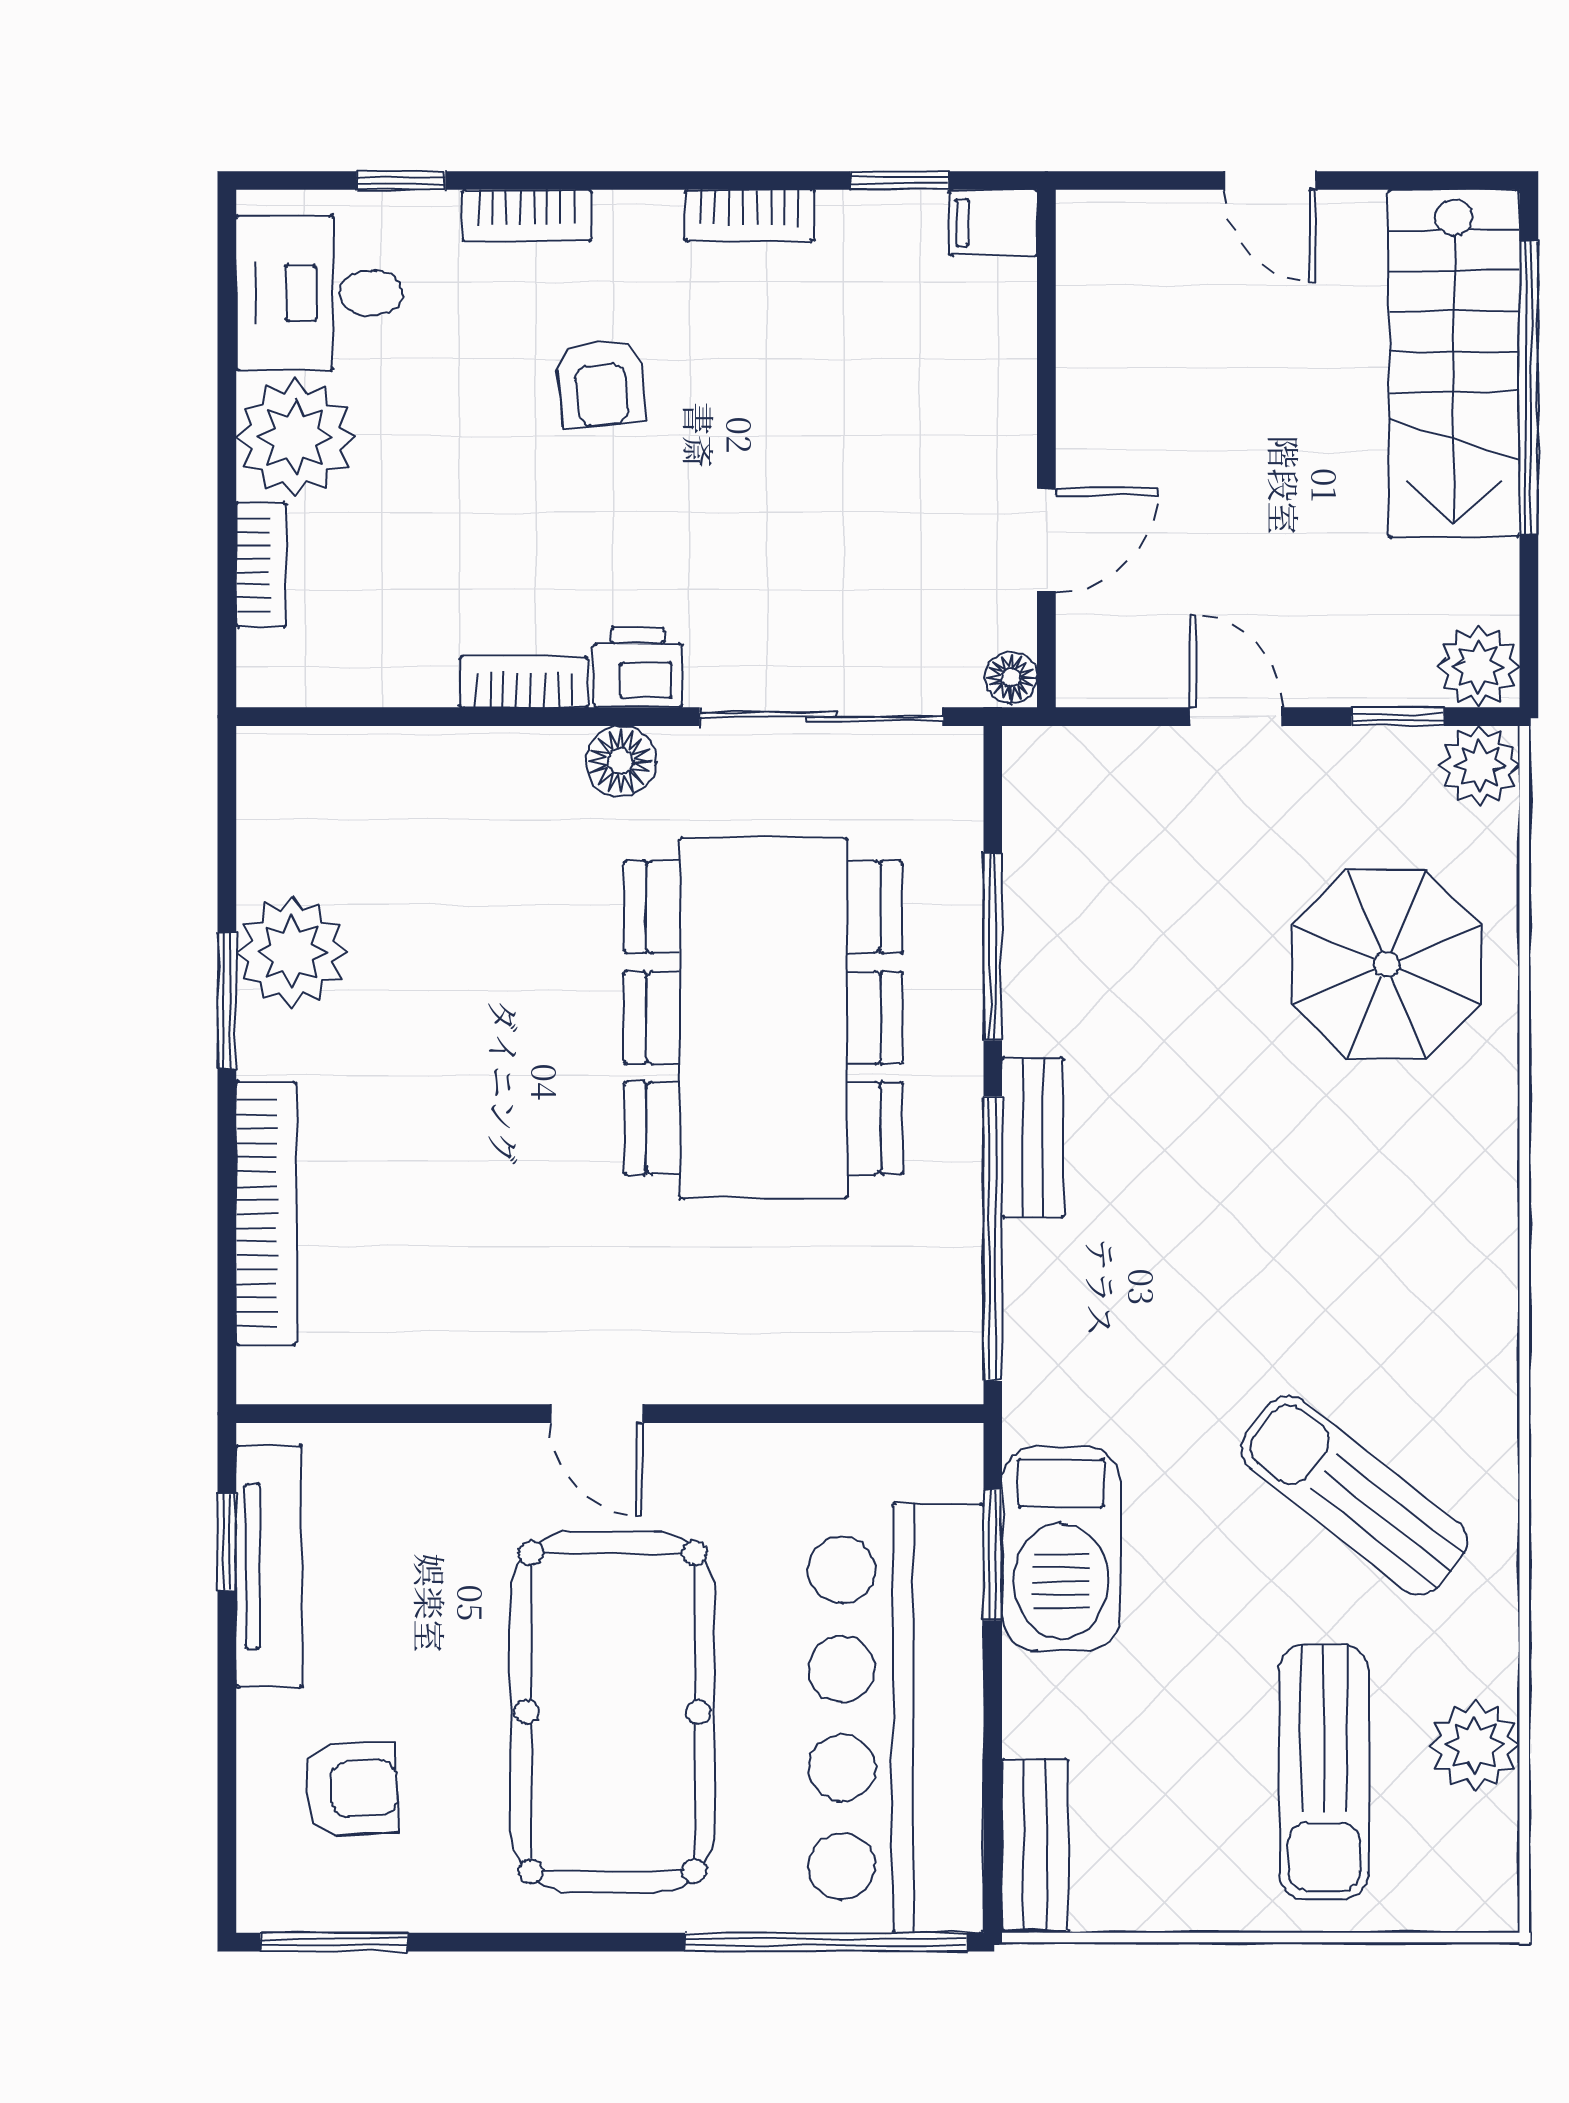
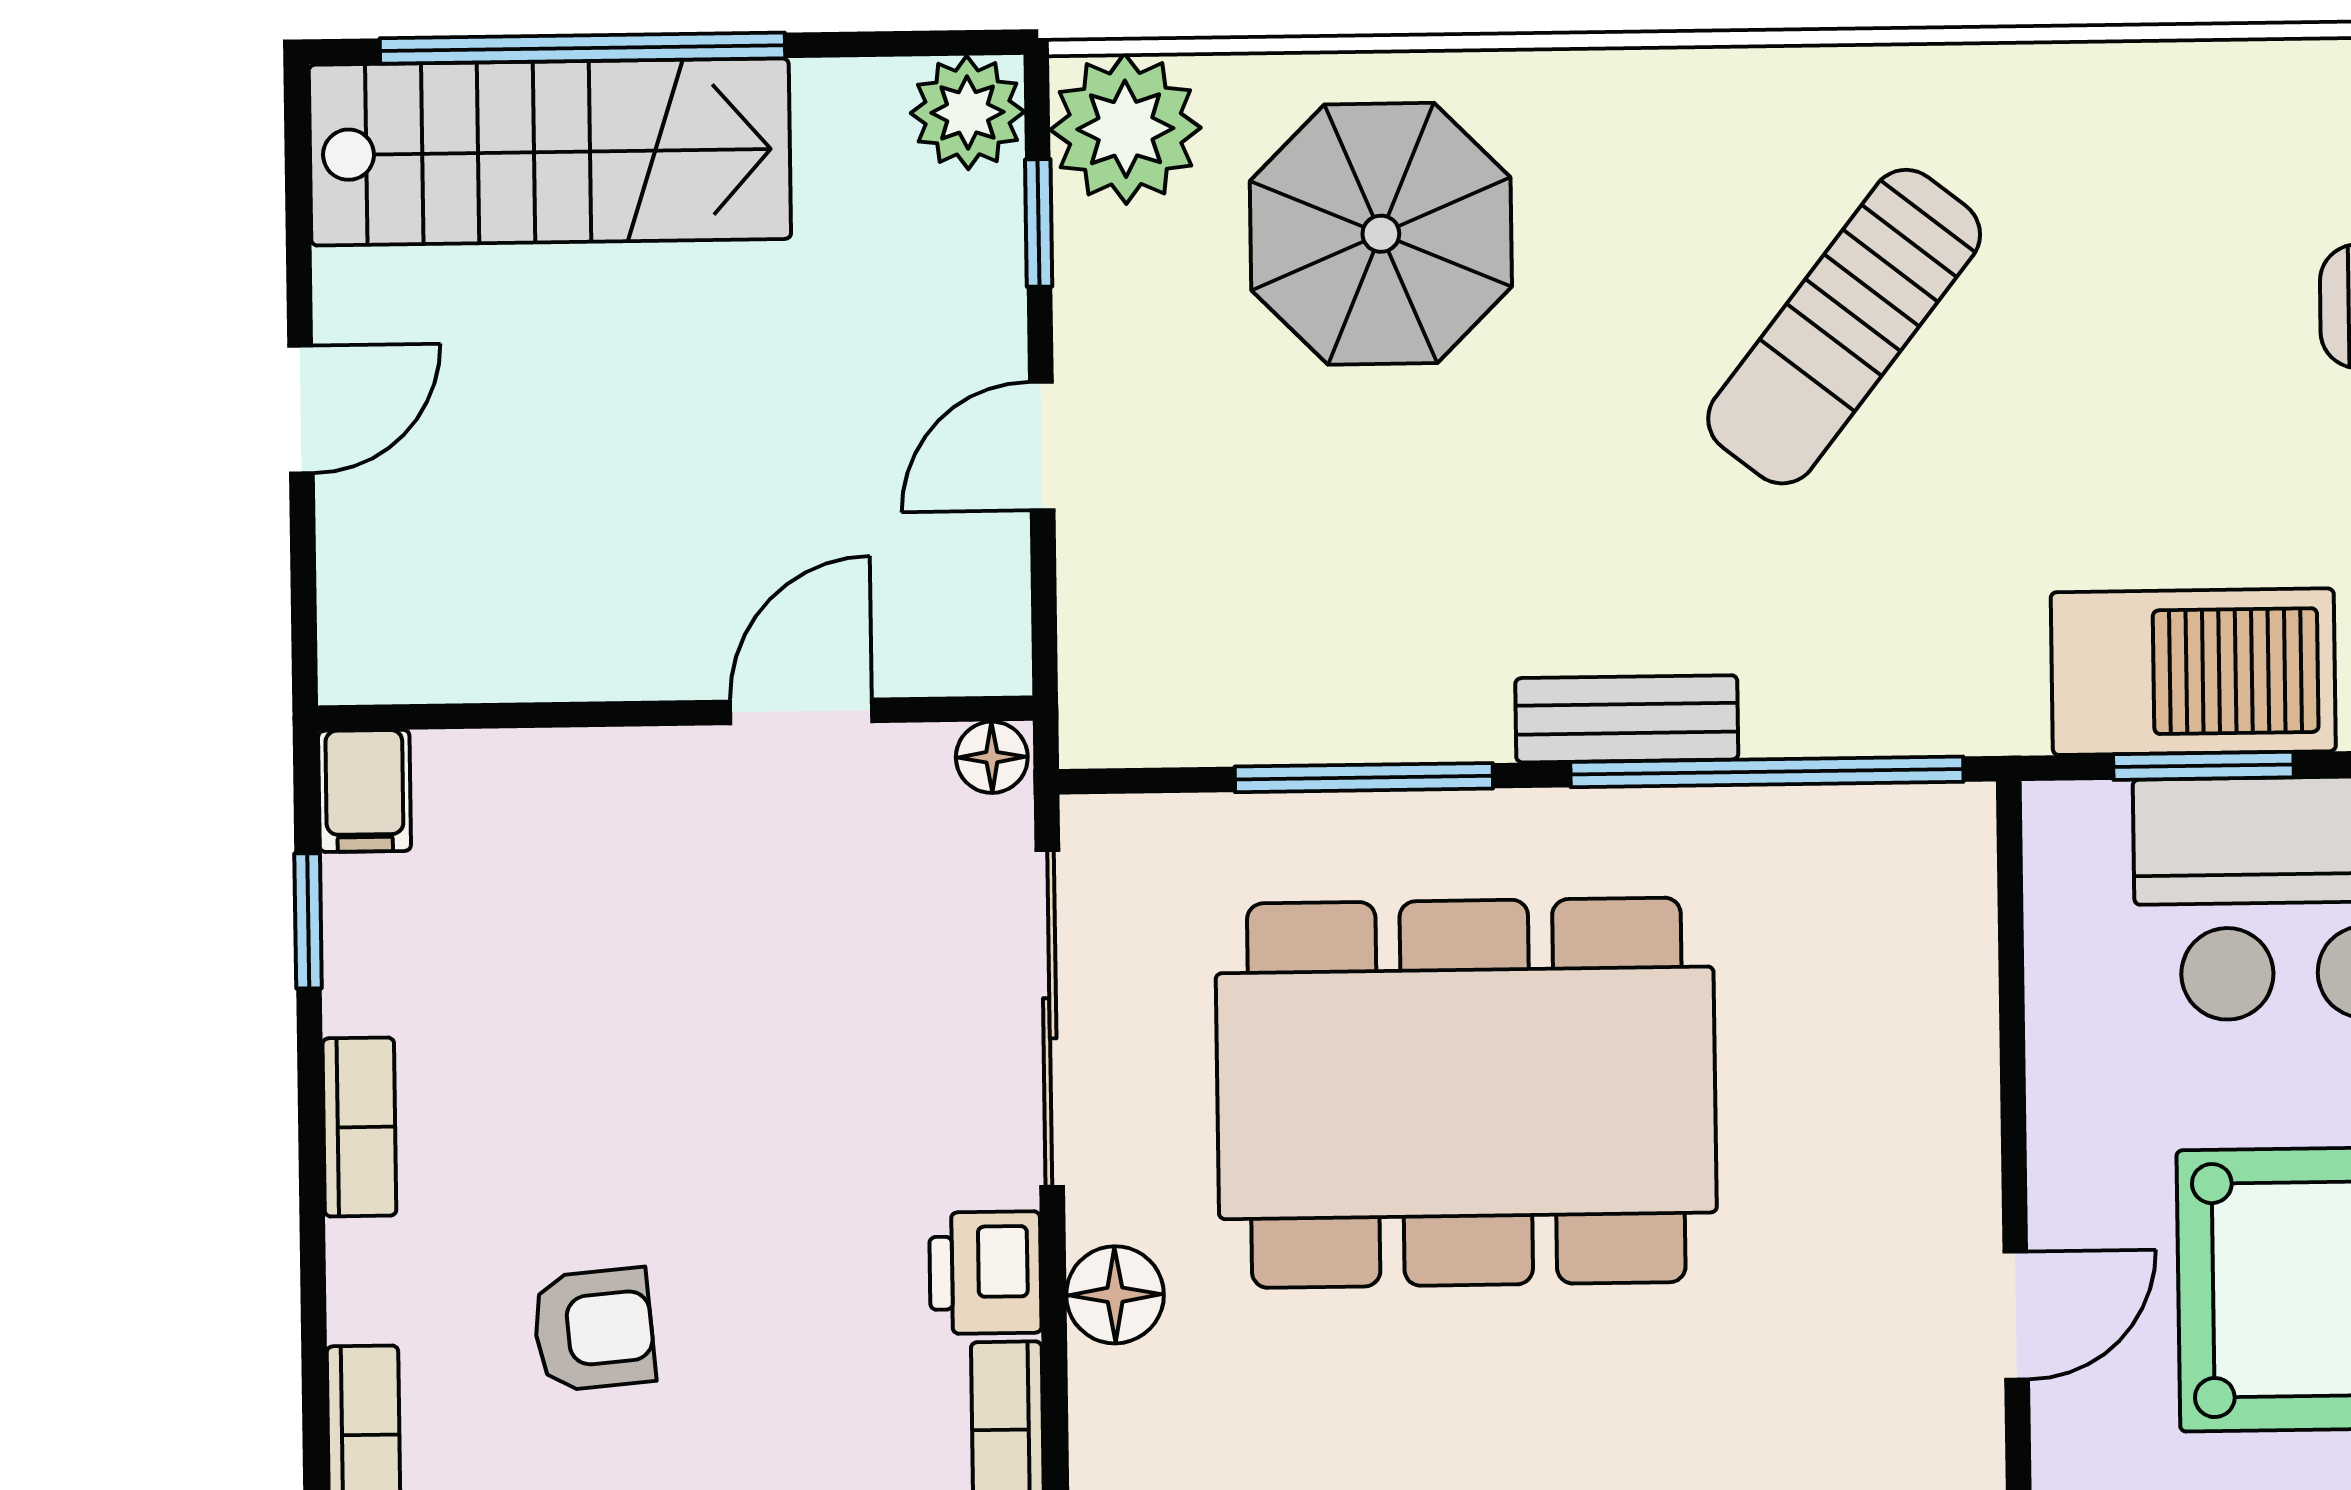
door: (1046, 540) -> (801, 711), hinge flipped
plant: (1480, 766) -> (1125, 129), width x1.36, depth x1.36
sun lounger: (1354, 1495) -> (1844, 327), moved

